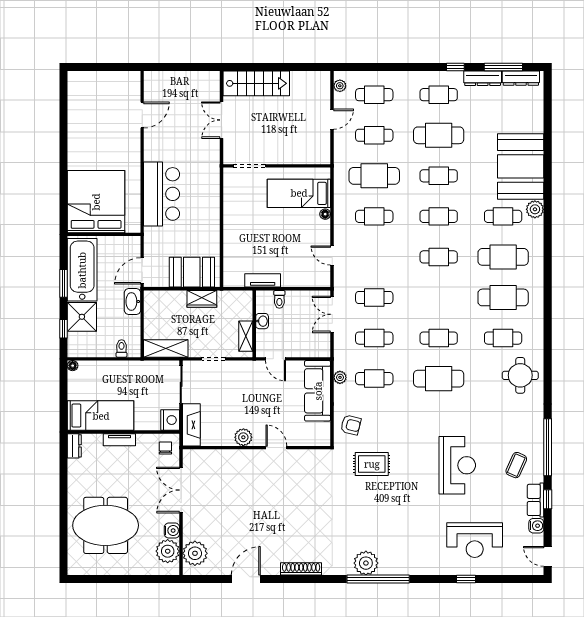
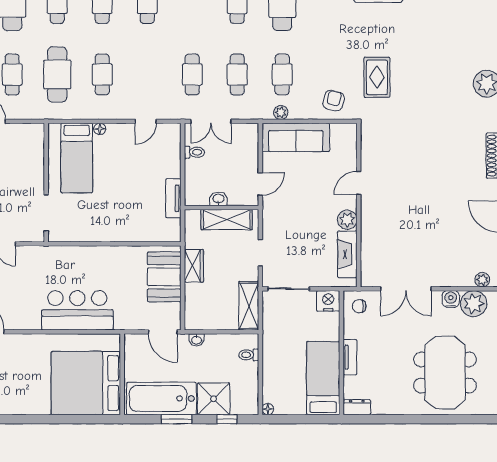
toilet: (279, 299) -> (194, 152), moved
washbasin: (133, 301) -> (197, 340), width x0.52, depth x0.69
shelving: (246, 336) -> (227, 220), width x1.50, depth x1.33
fireplace: (191, 425) -> (347, 254), moved, turned -90
plant: (195, 553) -> (482, 280), width x0.53, depth x0.53

